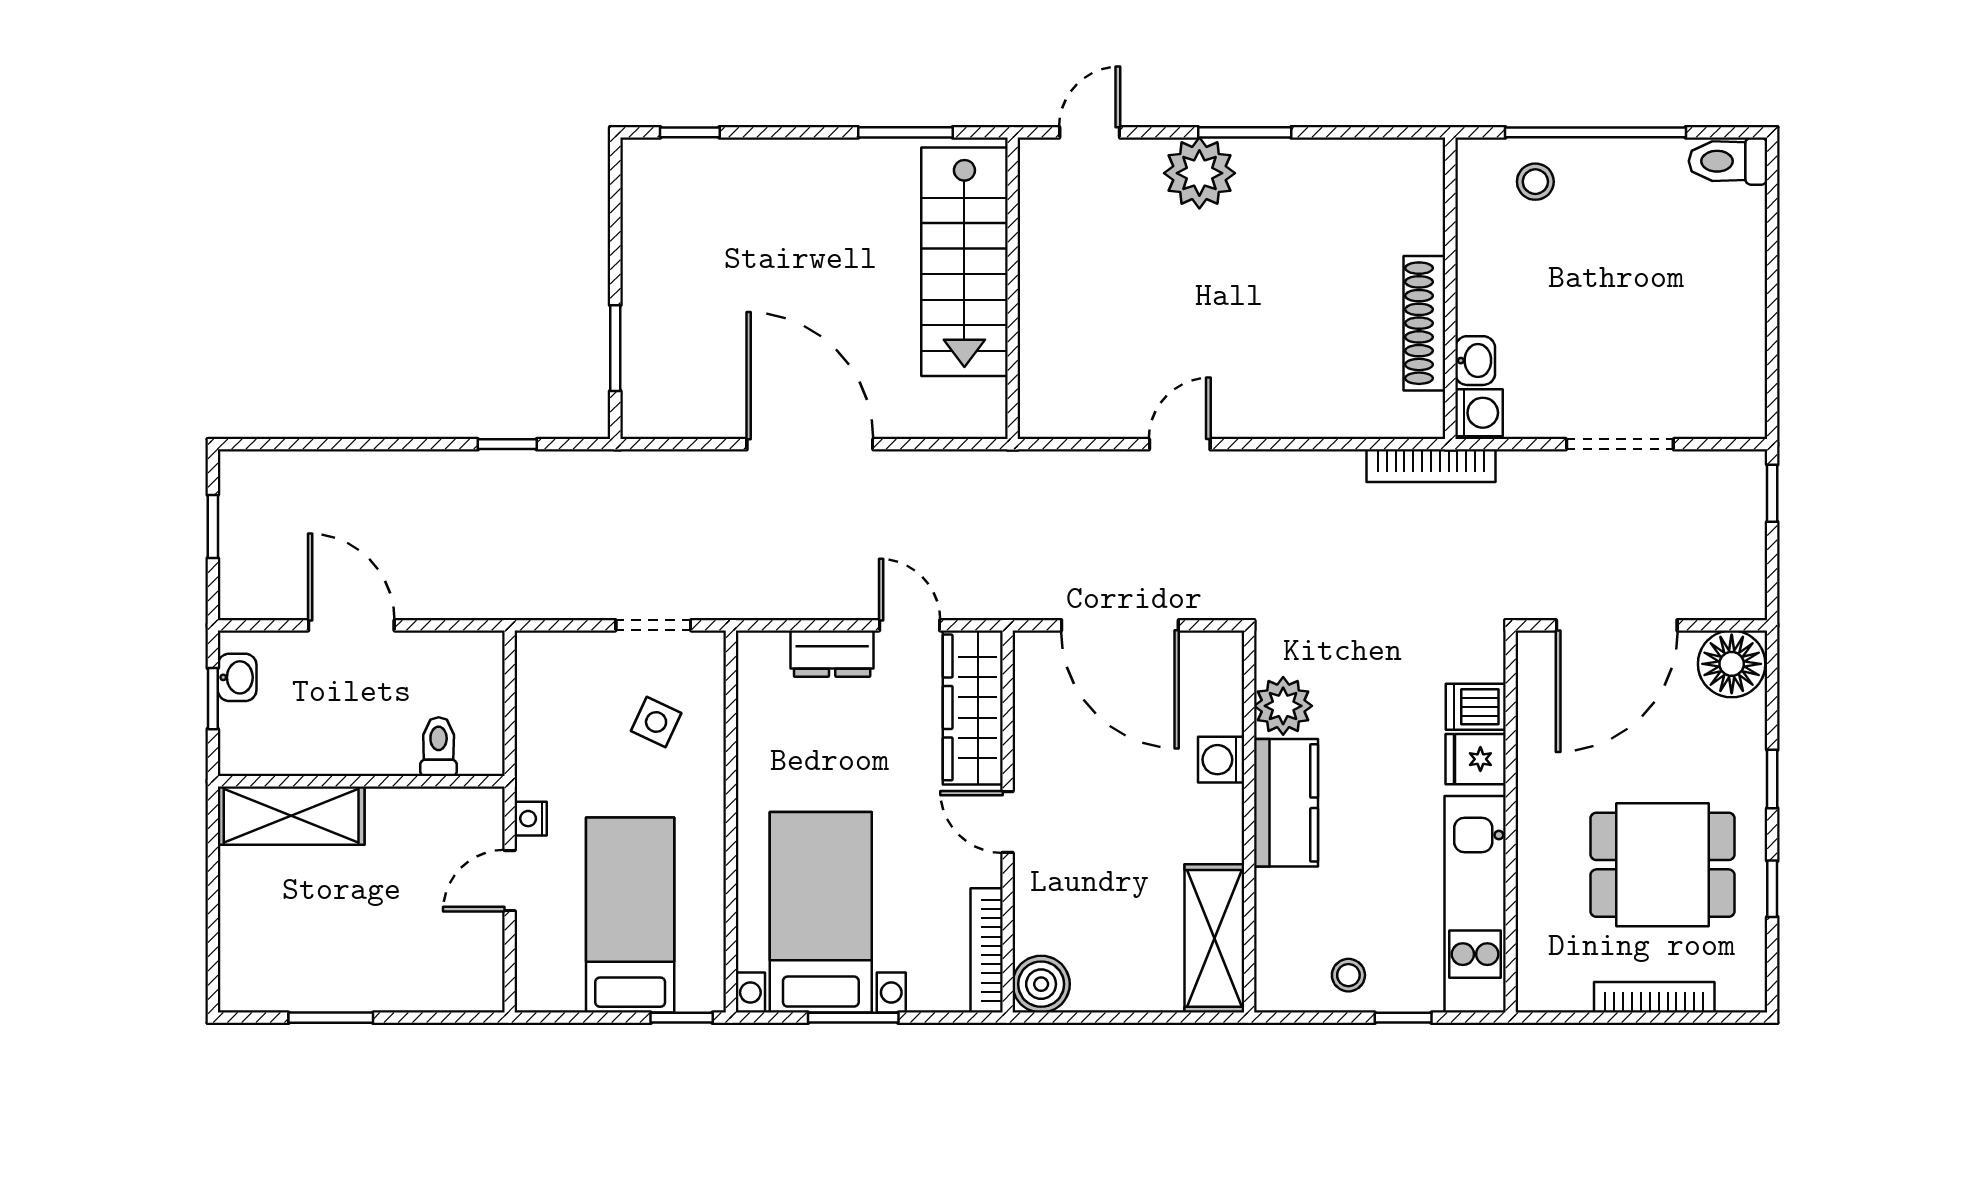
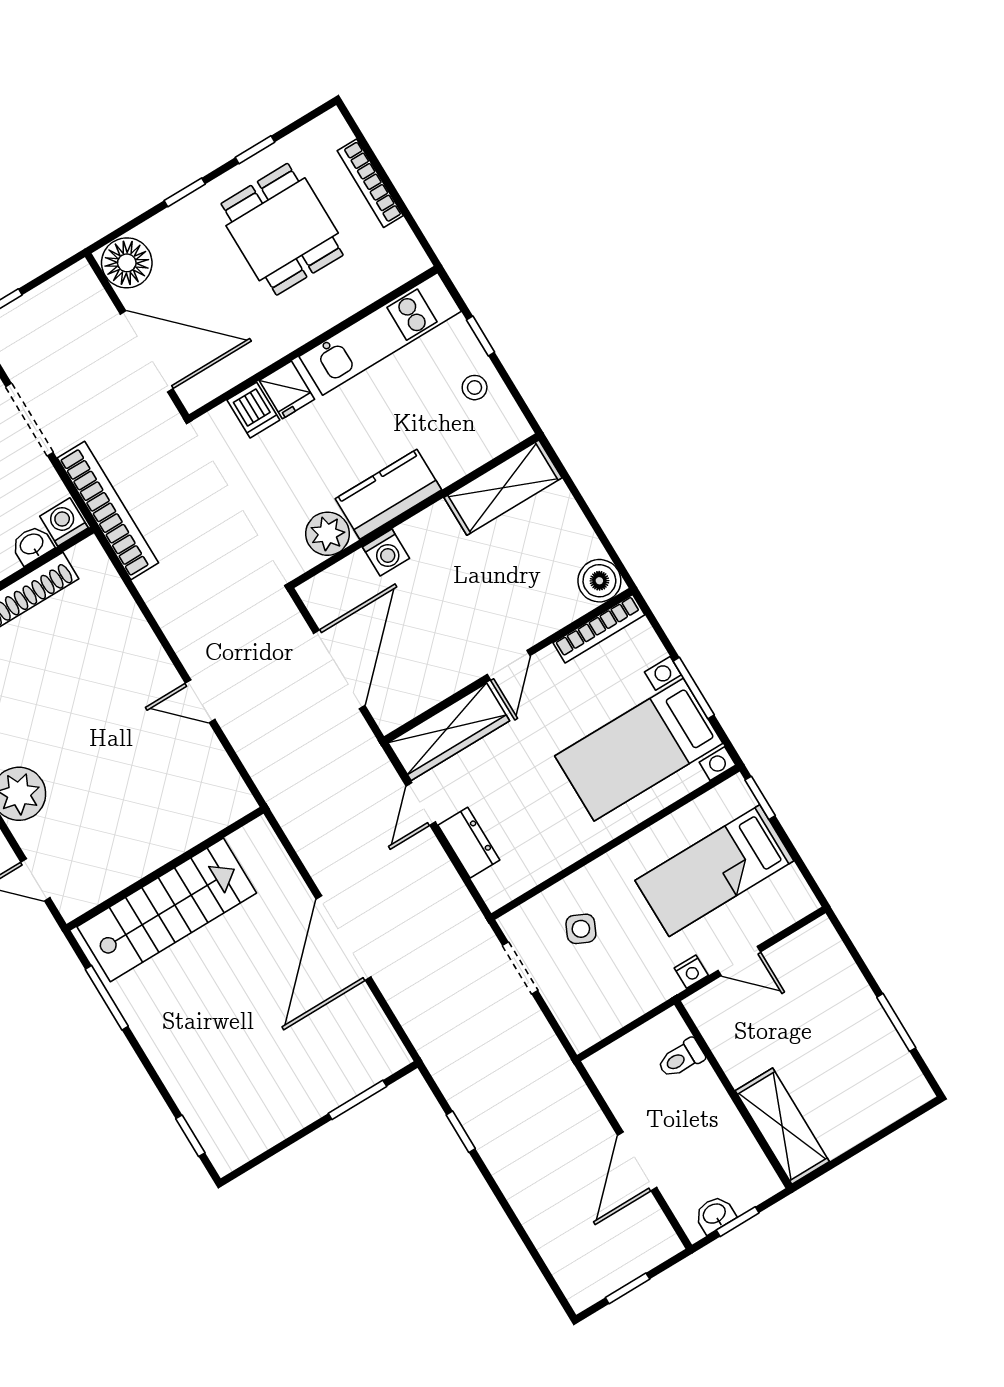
bookcase: (1431, 466) -> (108, 510), width x1.48, depth x1.31

